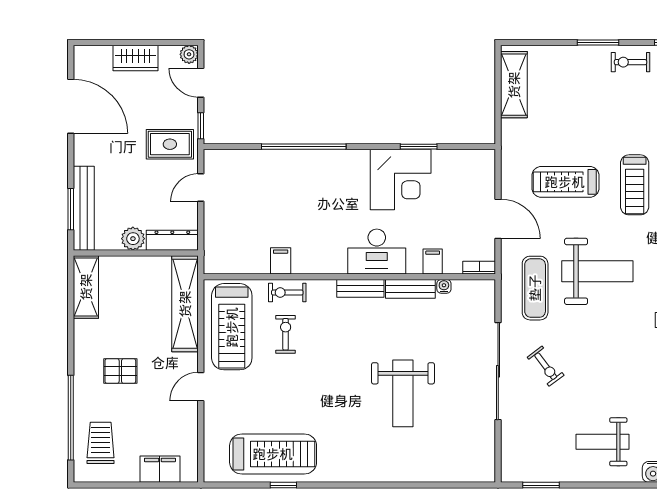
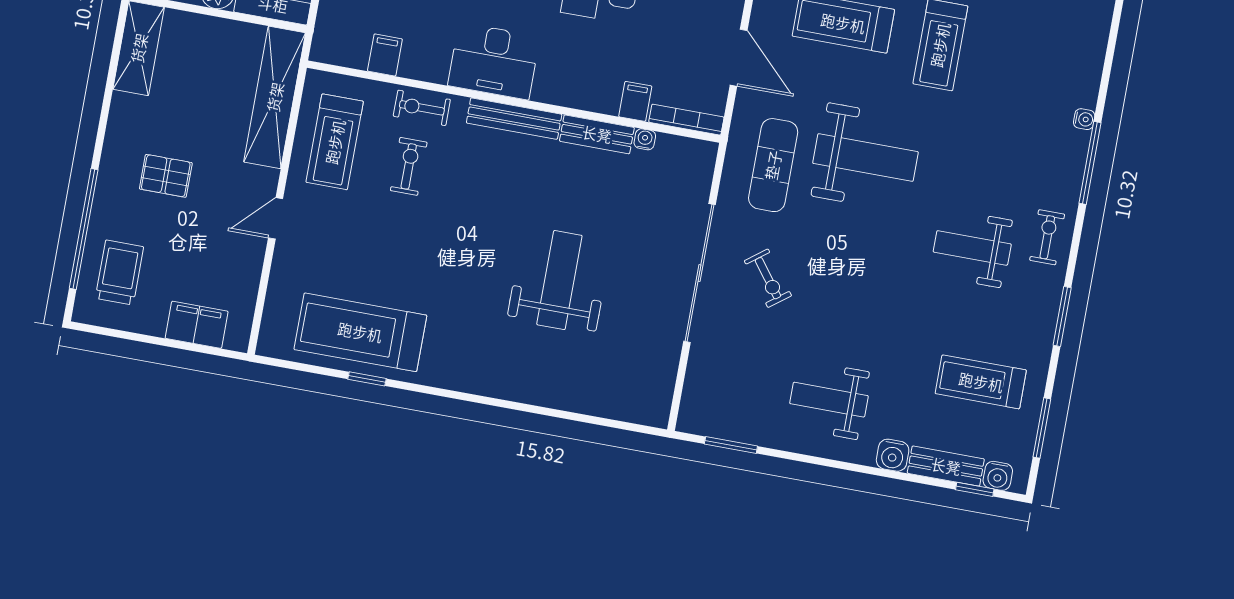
desk: (377, 252) -> (494, 61), moved
filing cabinet: (281, 261) -> (385, 55), moved
bookcase: (479, 268) -> (686, 120), width x1.56
bench: (360, 288) -> (514, 119), width x1.36
treadmill: (232, 327) -> (335, 142), width x0.73, depth x0.73
weight bench: (403, 393) -> (559, 280), turned 180
treadmill: (273, 454) -> (360, 332), turned 180

